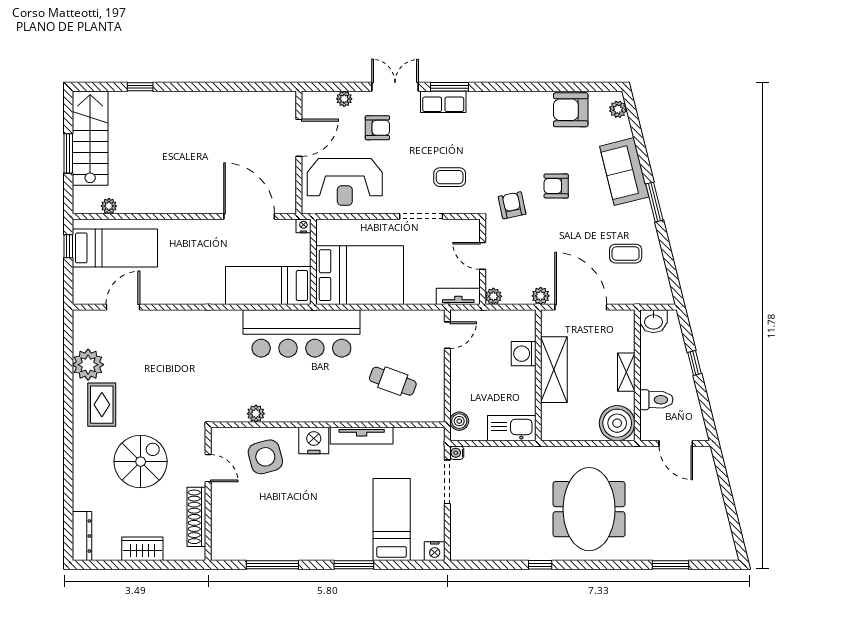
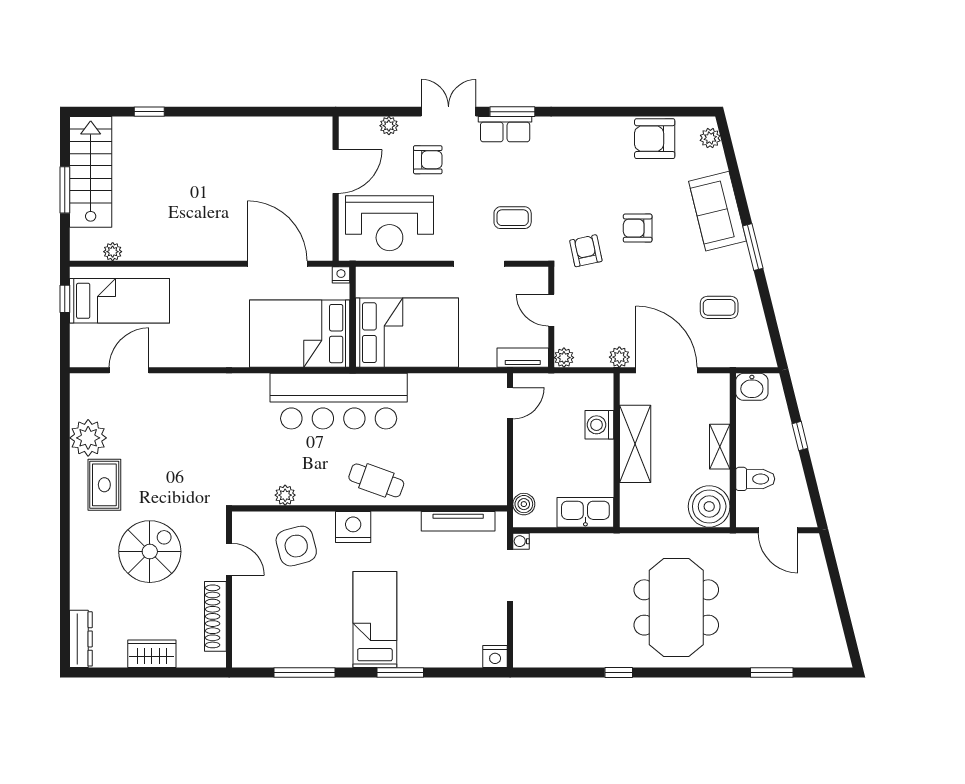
bed: (268, 285) -> (300, 334), width x1.50
cafe table: (393, 381) -> (376, 480), moved
tv unit: (362, 436) -> (458, 521), moved
bed: (392, 519) -> (375, 620), moved

